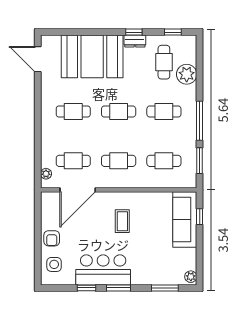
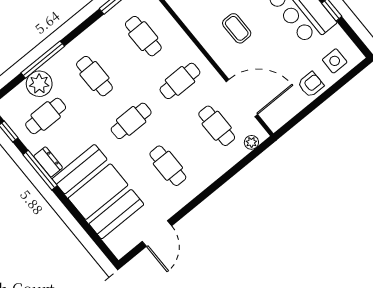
window: (134, 32) -> (40, 170), width x2.17
door: (38, 59) -> (157, 234), moved
cafe table: (119, 112) -> (131, 121), turned 90
window: (200, 121) -> (43, 60), moved
cafe table: (119, 161) -> (180, 81), turned 90
coffee table: (122, 221) -> (237, 28), turned 90

